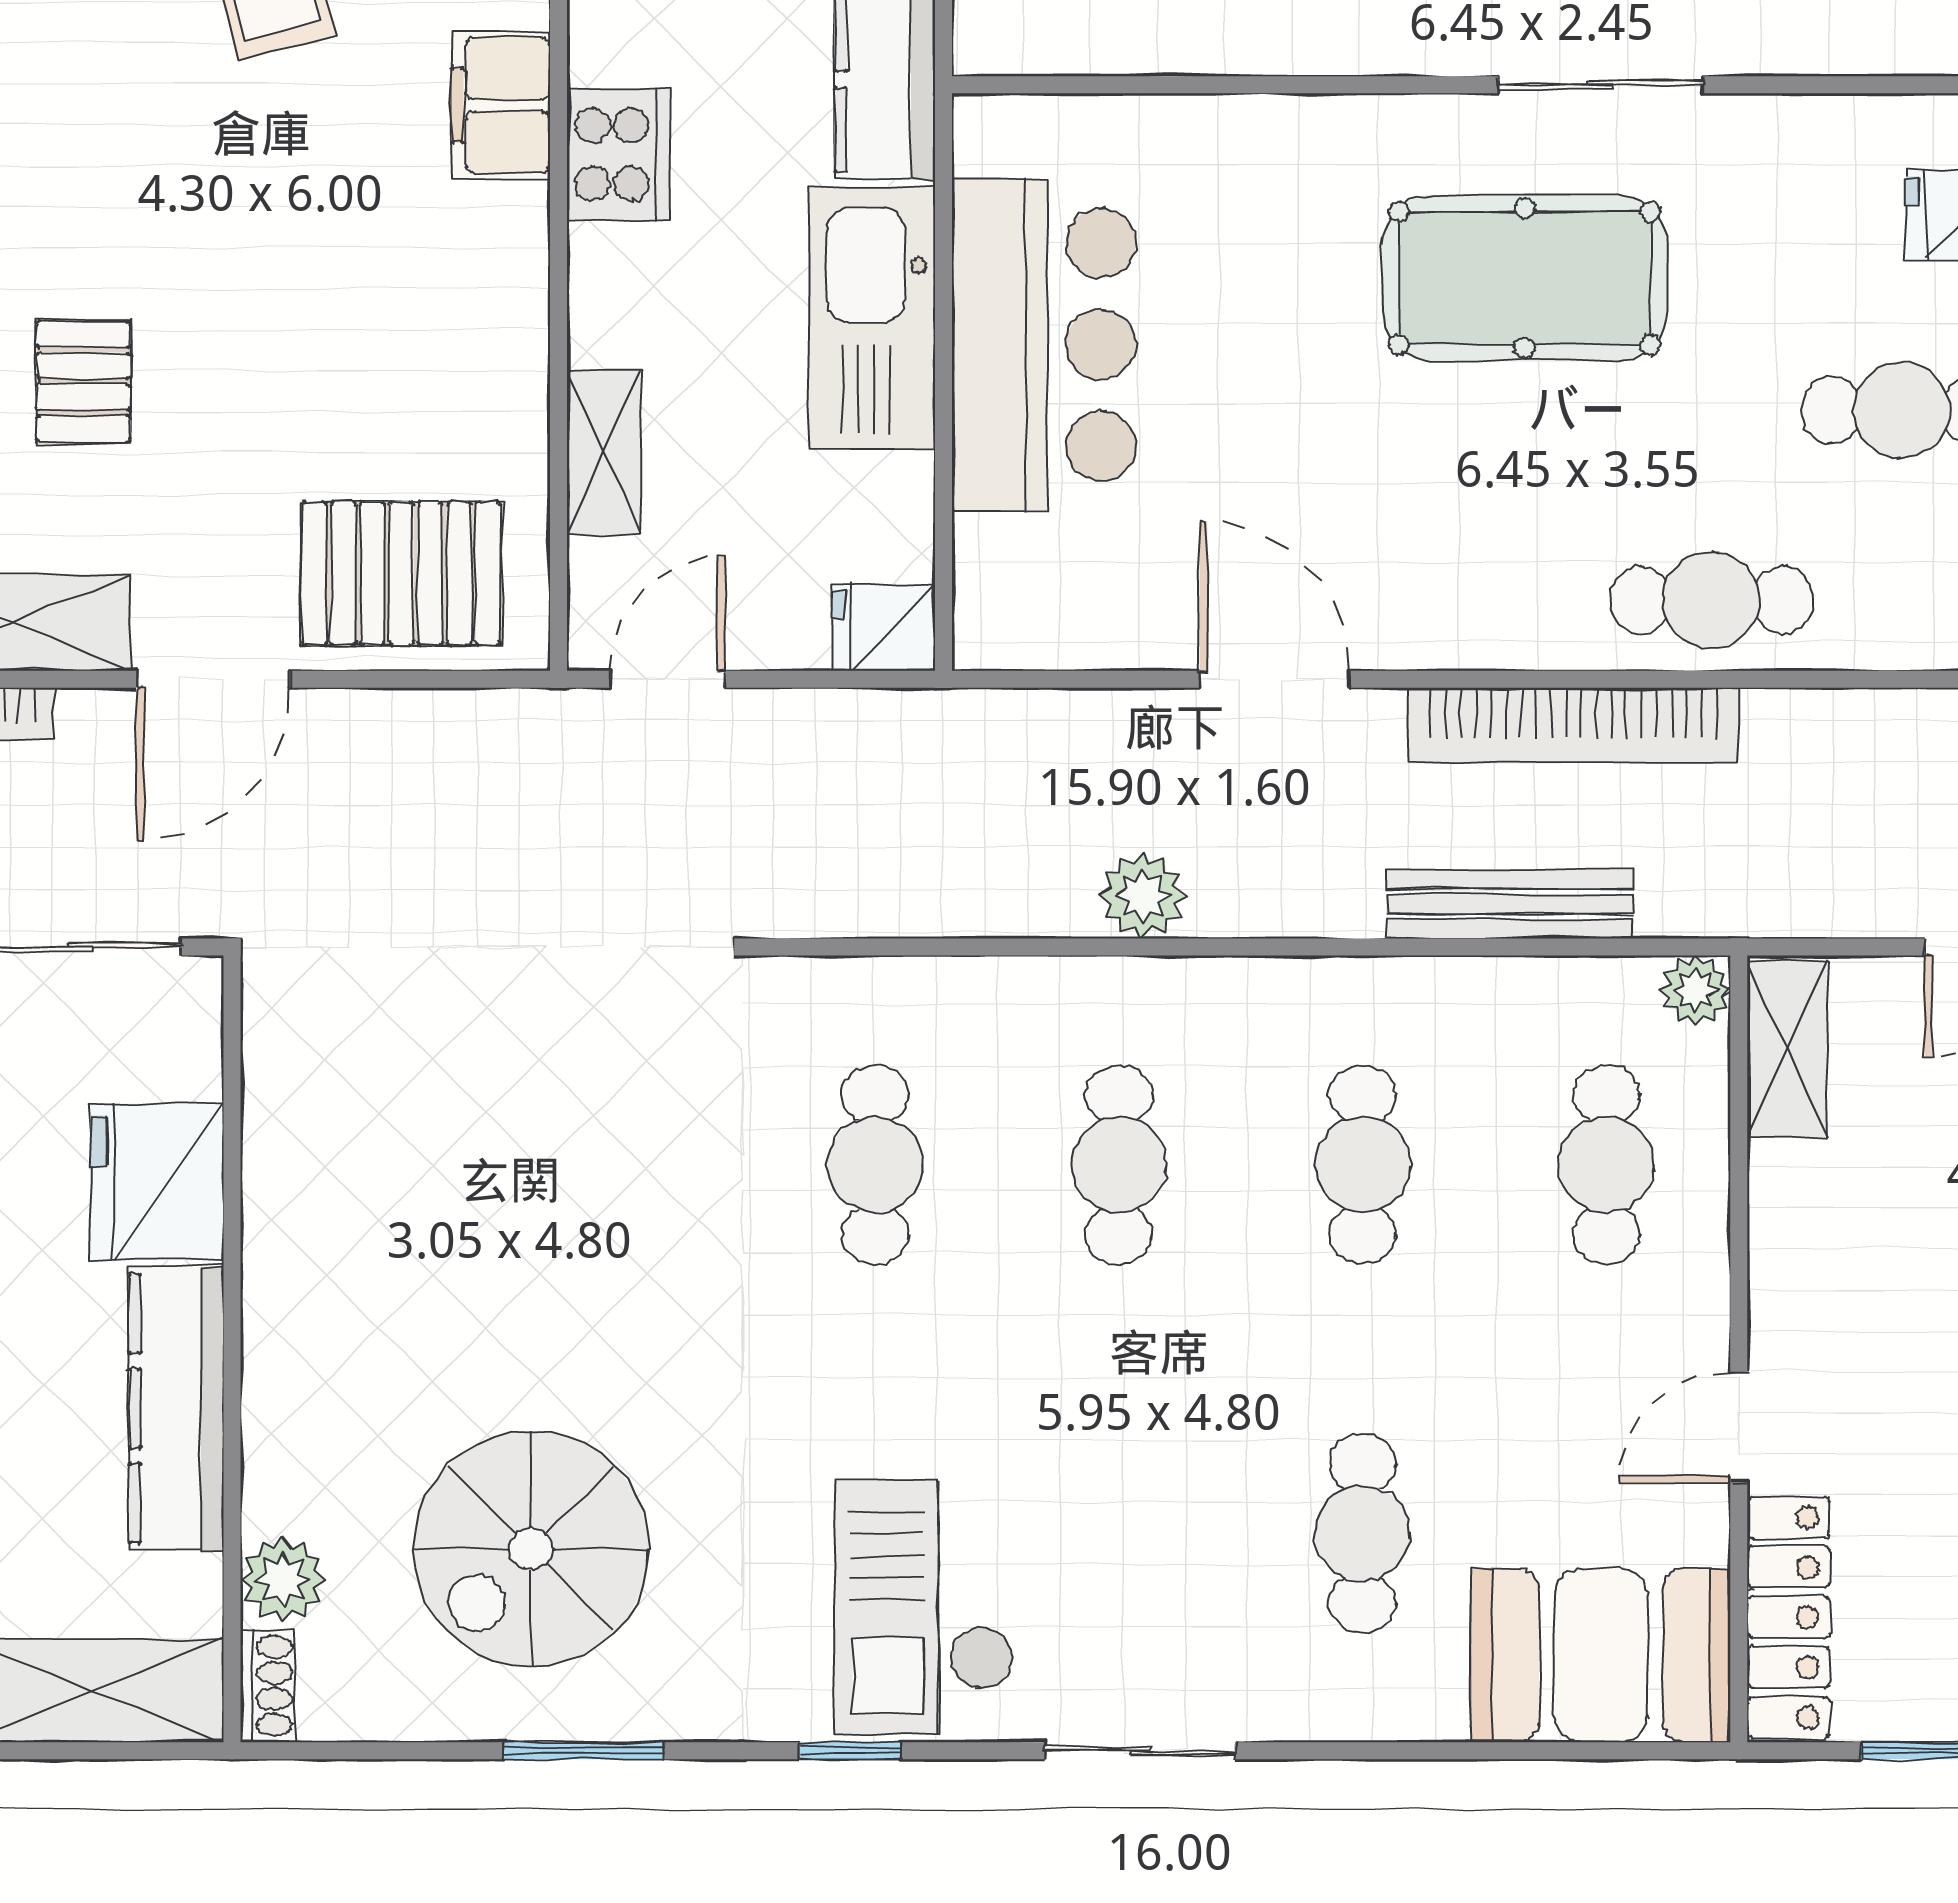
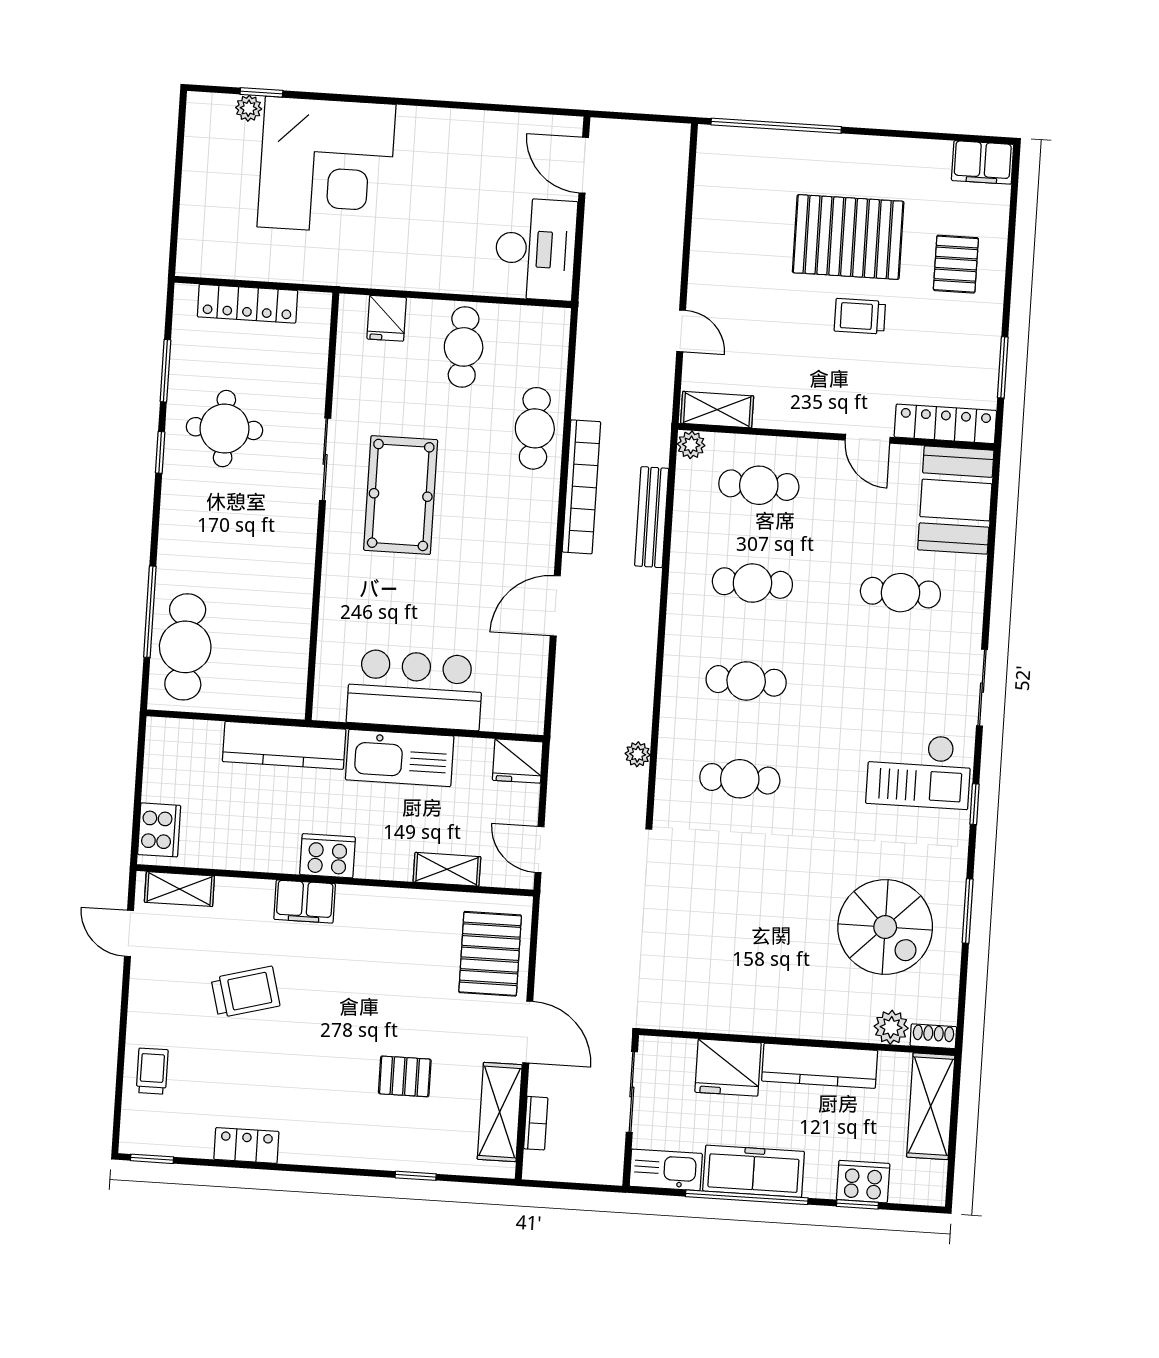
fridge: (884, 628) -> (518, 761), width x1.38
plant: (1143, 895) -> (638, 754), moved, width x0.73, depth x0.73

